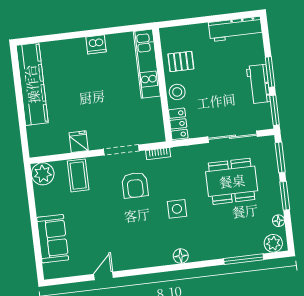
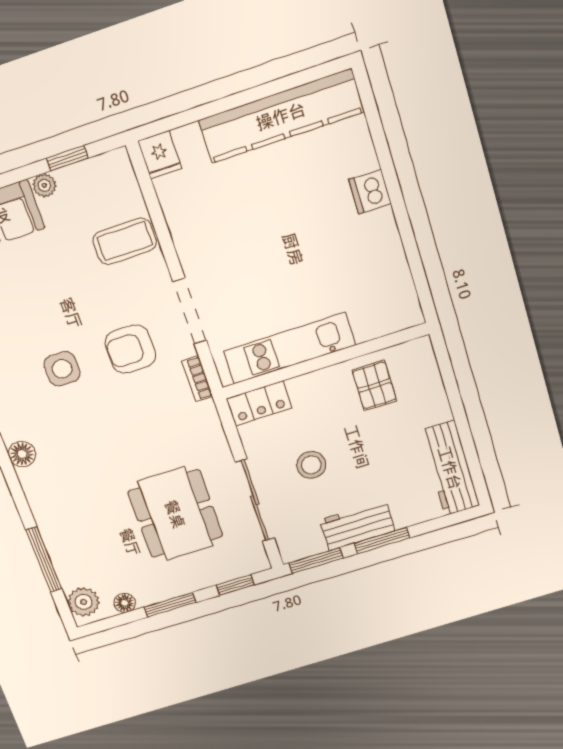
dishwasher: (96, 44) -> (370, 192), moved
kitchen unit: (147, 64) -> (289, 348), moved
stool: (177, 92) -> (311, 465), moved
fridge: (79, 142) -> (160, 155), moved, turned 90
window: (280, 157) -> (235, 585), width x0.67
plant: (43, 174) -> (44, 185), moved, width x0.53, depth x0.53
window: (31, 195) -> (67, 158), added
side table: (177, 209) -> (62, 369), moved

